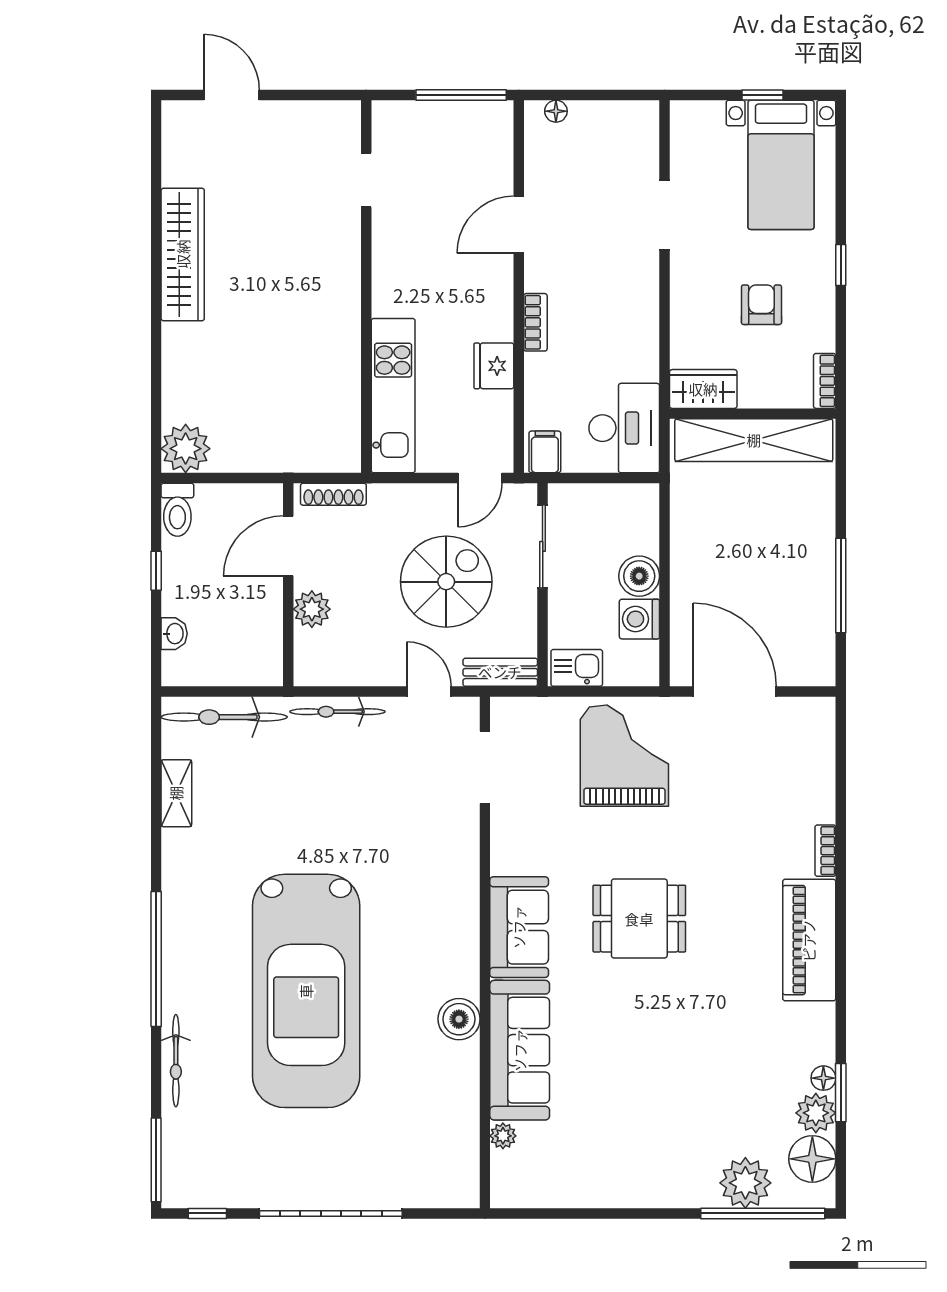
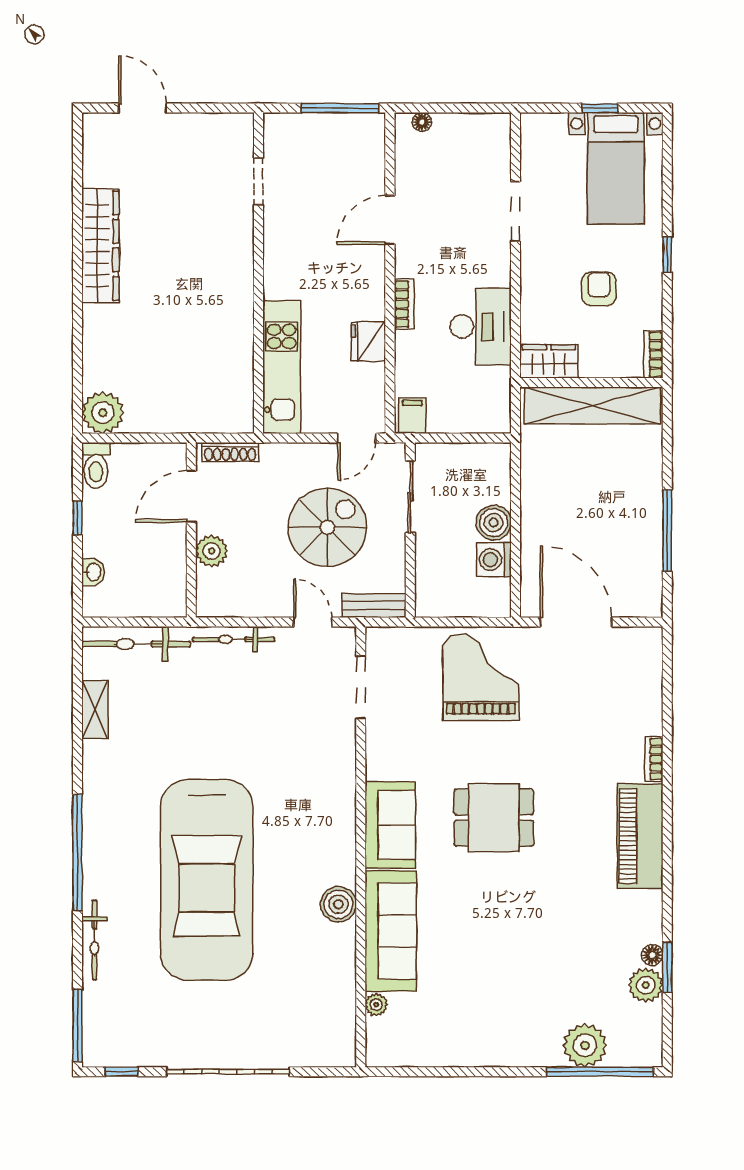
desk: (624, 428) -> (481, 326), moved
kitchen sink: (577, 668) -> (440, 602), removed
floor lamp: (812, 1159) -> (643, 1025), removed

